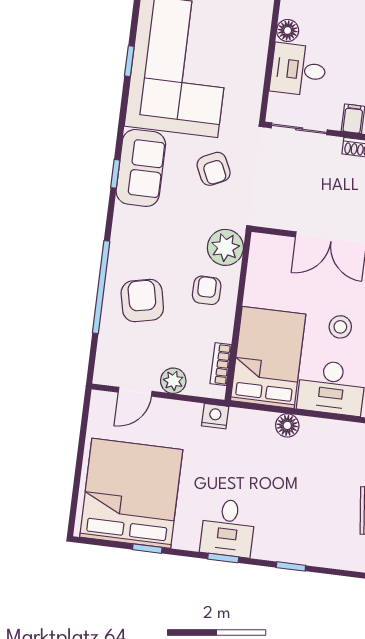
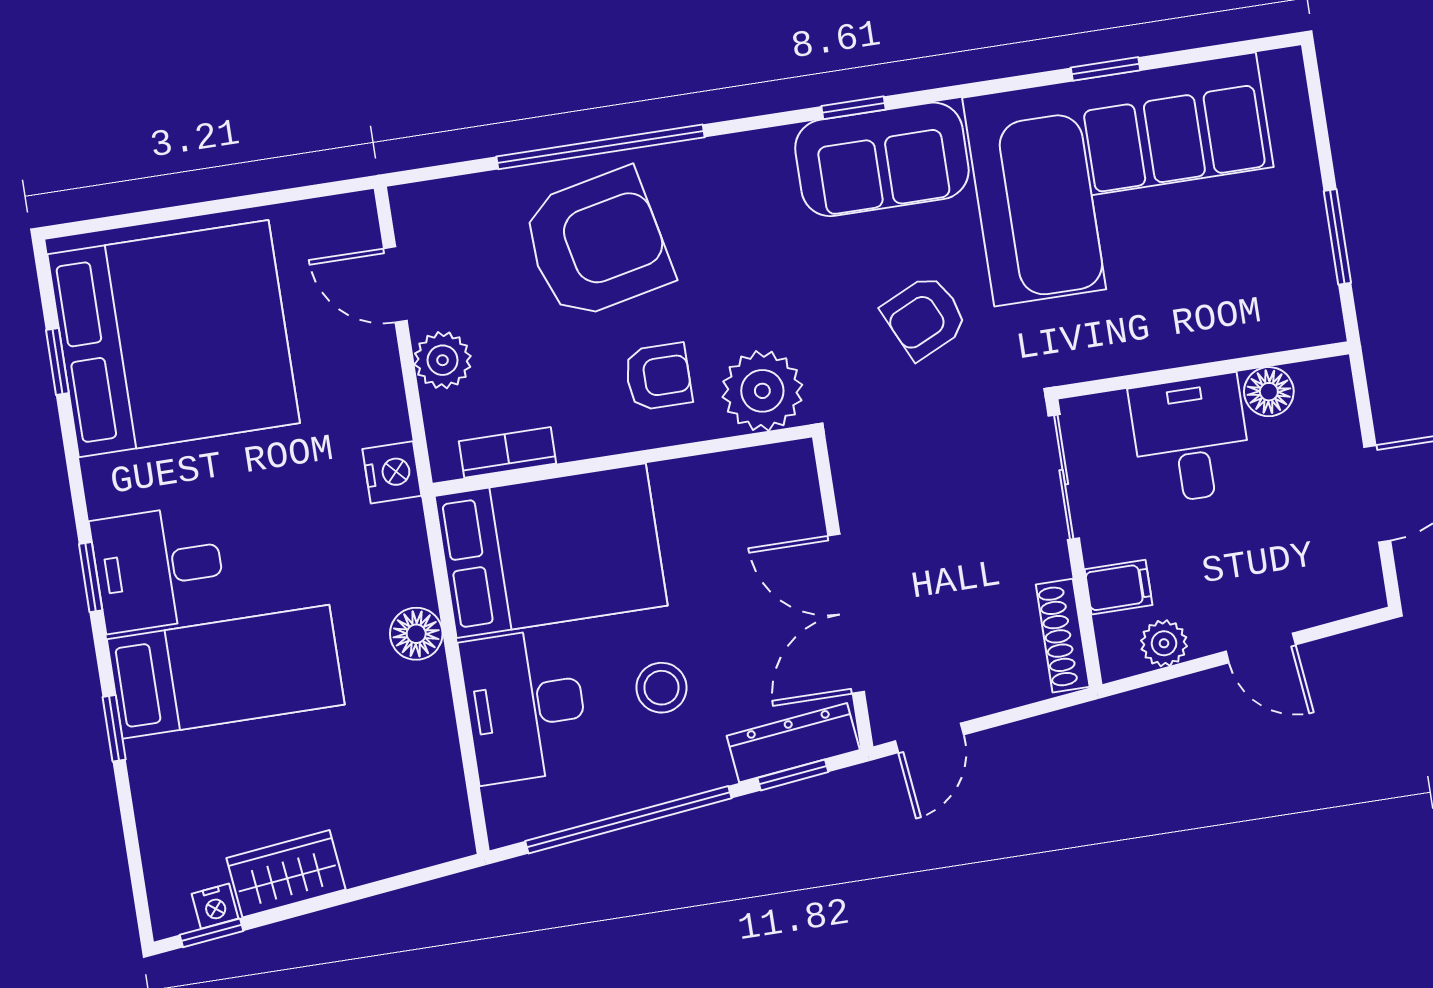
armchair: (142, 300) -> (597, 244), width x1.36, depth x1.36
bed: (280, 512) -> (226, 672), added
window: (147, 549) -> (57, 362), moved

